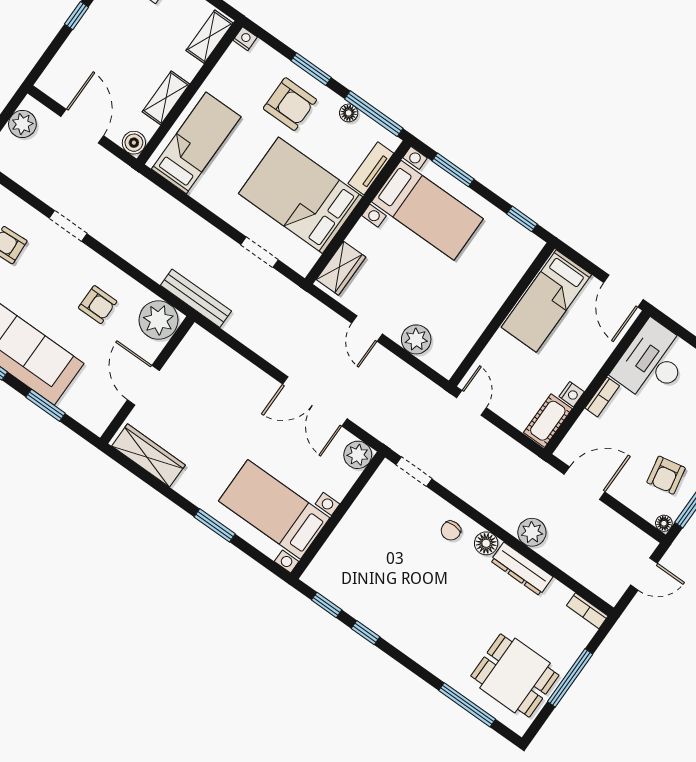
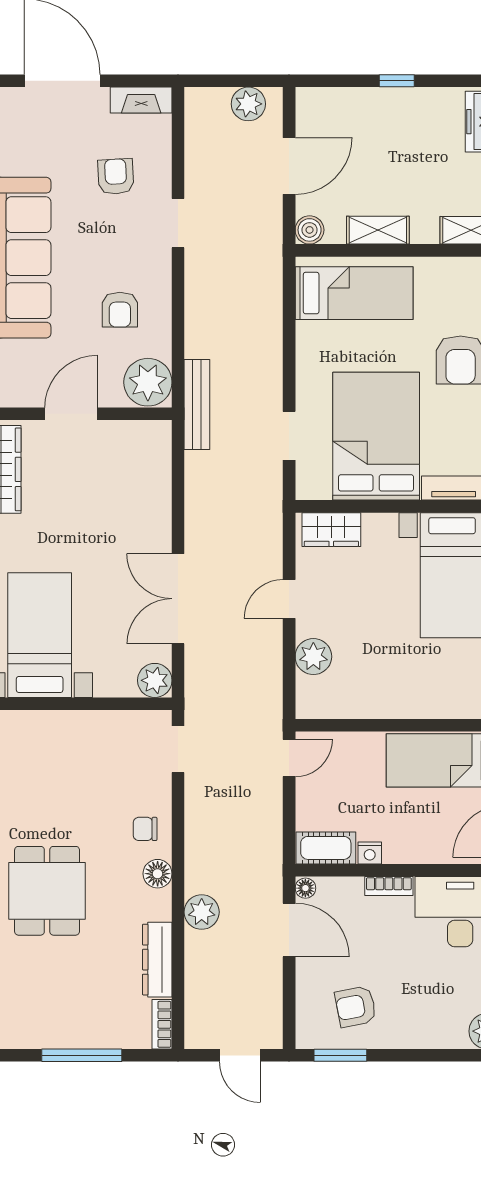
floor lamp: (664, 523) -> (305, 888), moved
dresser: (522, 569) -> (157, 960), moved
dining table: (515, 676) -> (47, 891), moved

